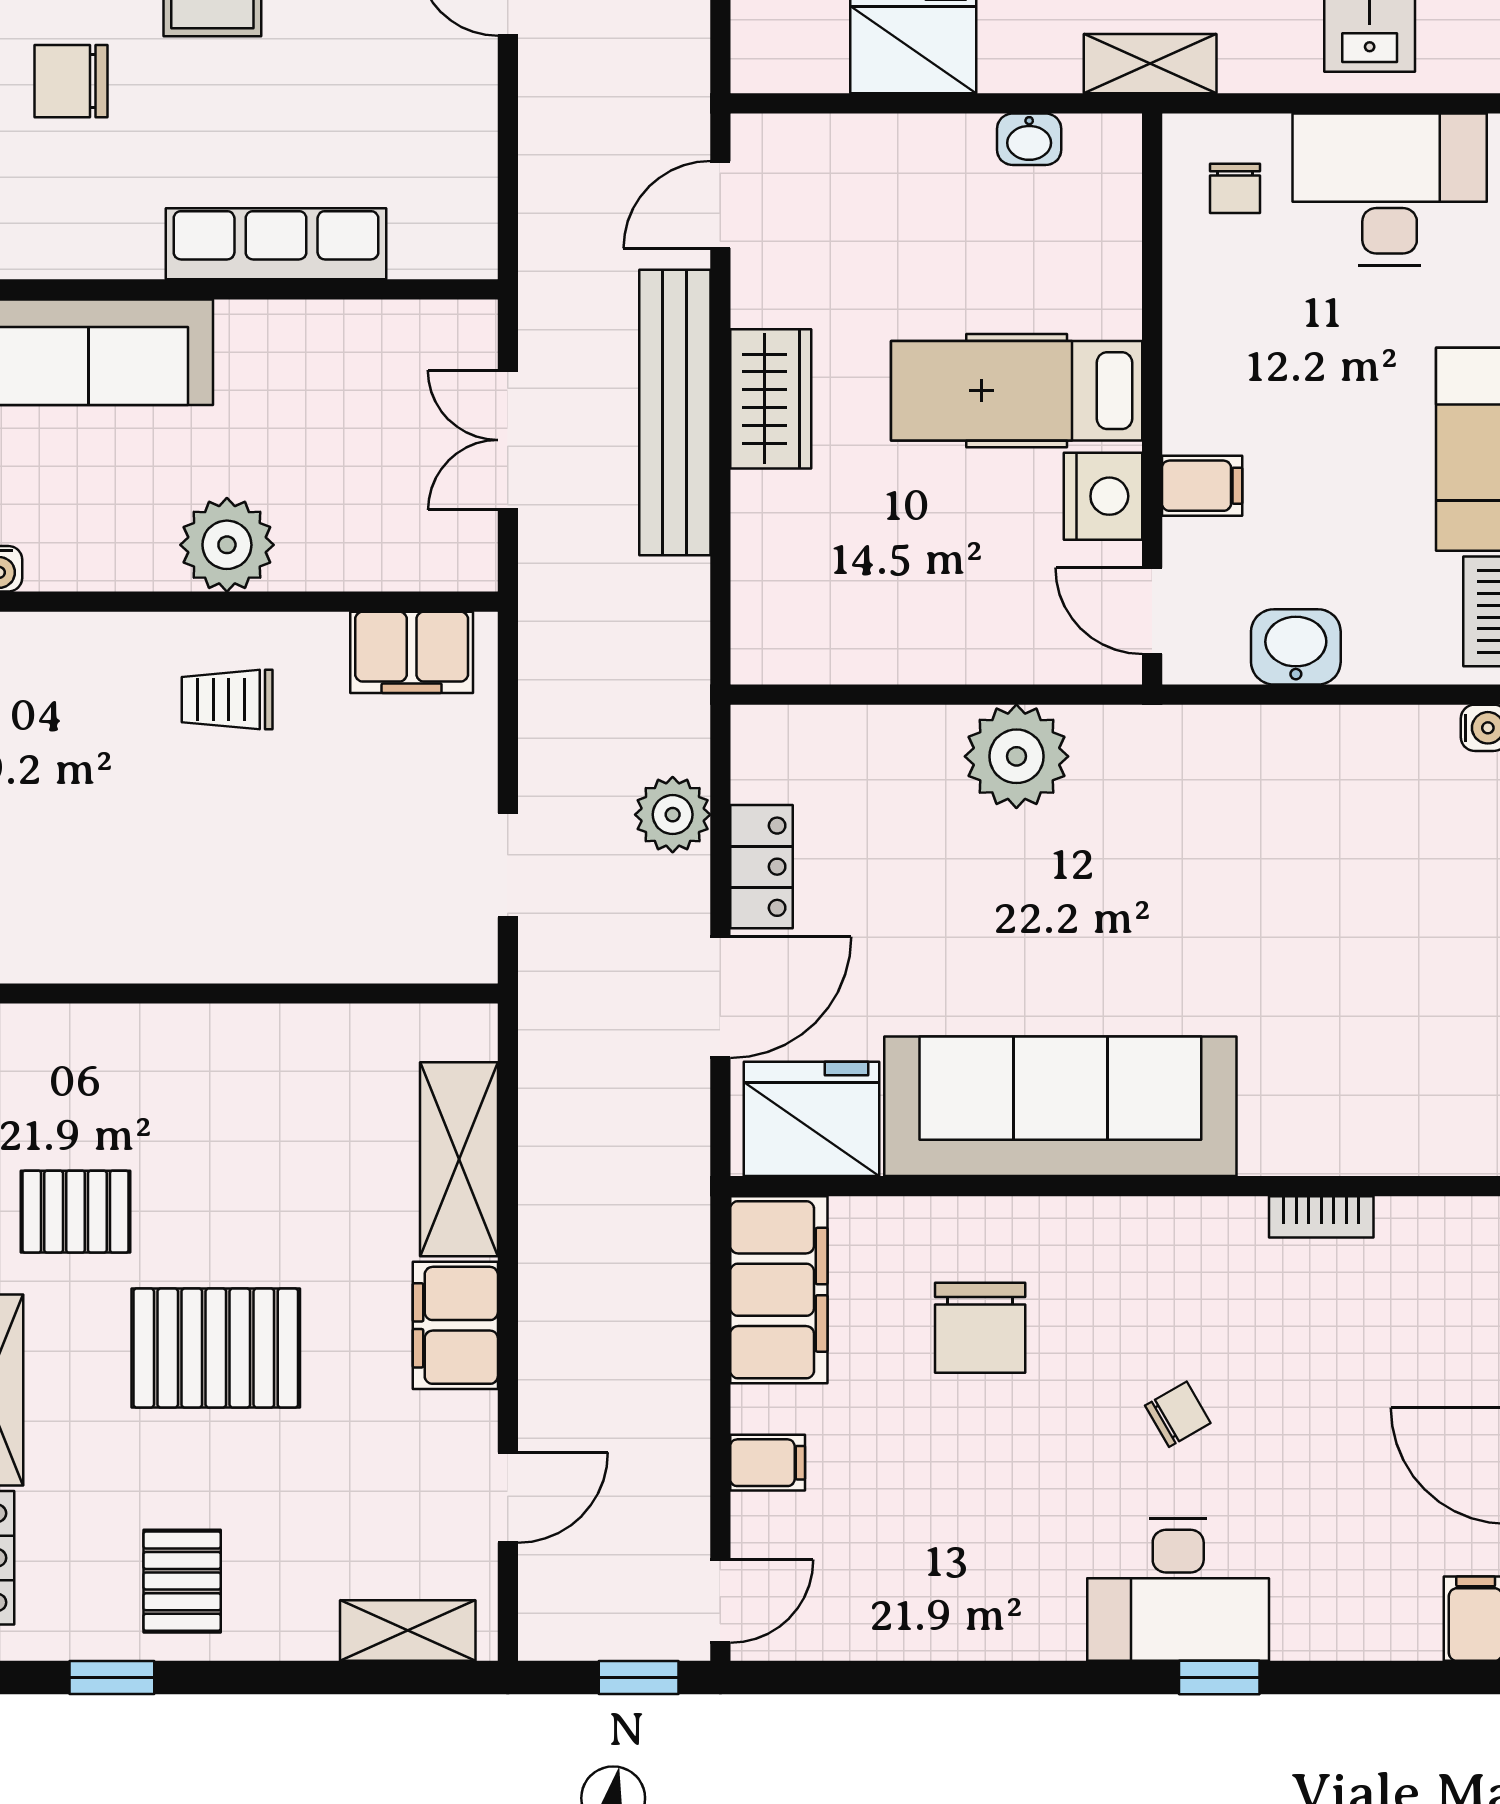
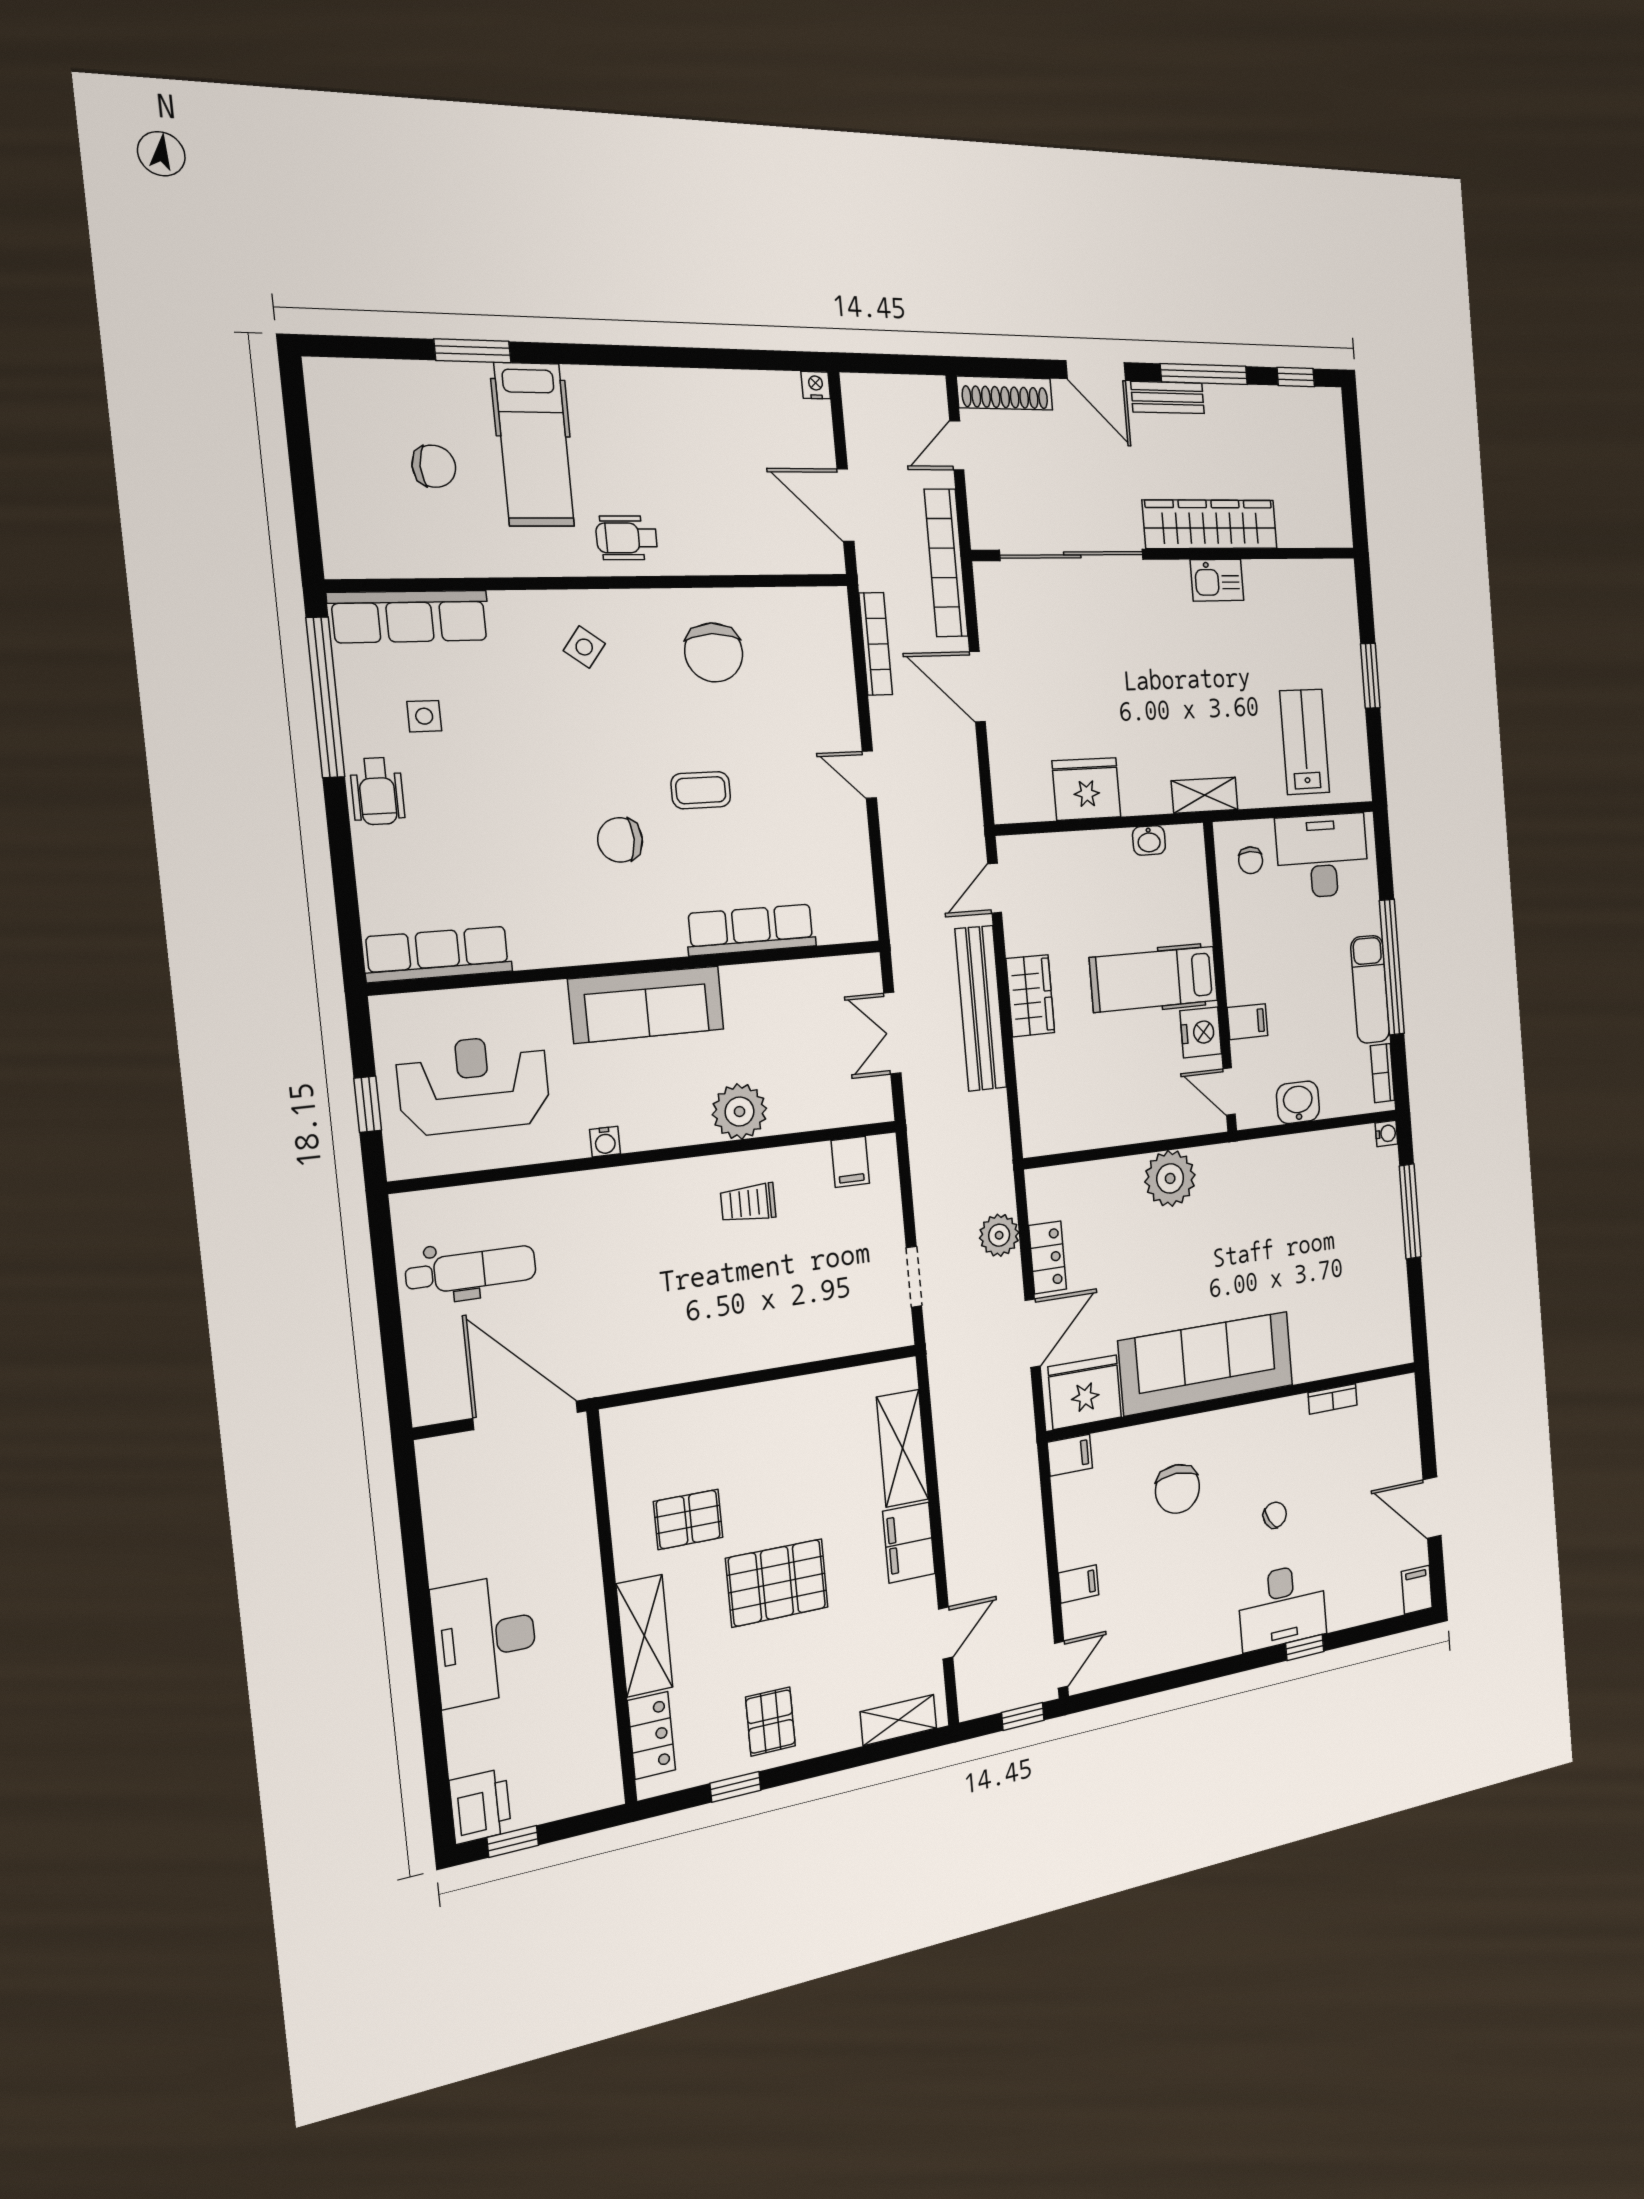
filing cabinet: (412, 652) -> (850, 1162), width x0.50
filing cabinet: (779, 1290) -> (1070, 1455), width x0.33, depth x0.86

